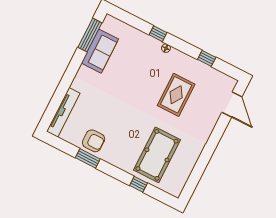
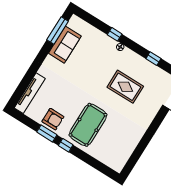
rug: (176, 95) -> (125, 87), turned 90
pool table: (157, 155) -> (88, 125), moved
window: (139, 184) -> (66, 145), moved

